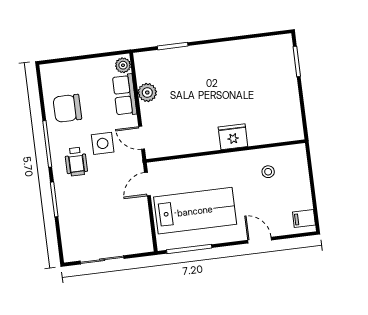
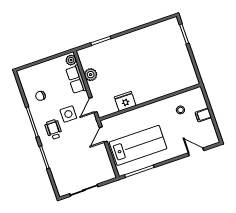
chair: (67, 108) -> (40, 96), width x0.54, depth x0.54
fridge: (233, 137) -> (125, 101), moved
door: (142, 138) -> (93, 105), hinge flipped
wheelchair: (76, 162) -> (54, 130), turned 180
filing cabinet: (304, 219) -> (203, 115), moved
door: (260, 240) -> (196, 152), moved

